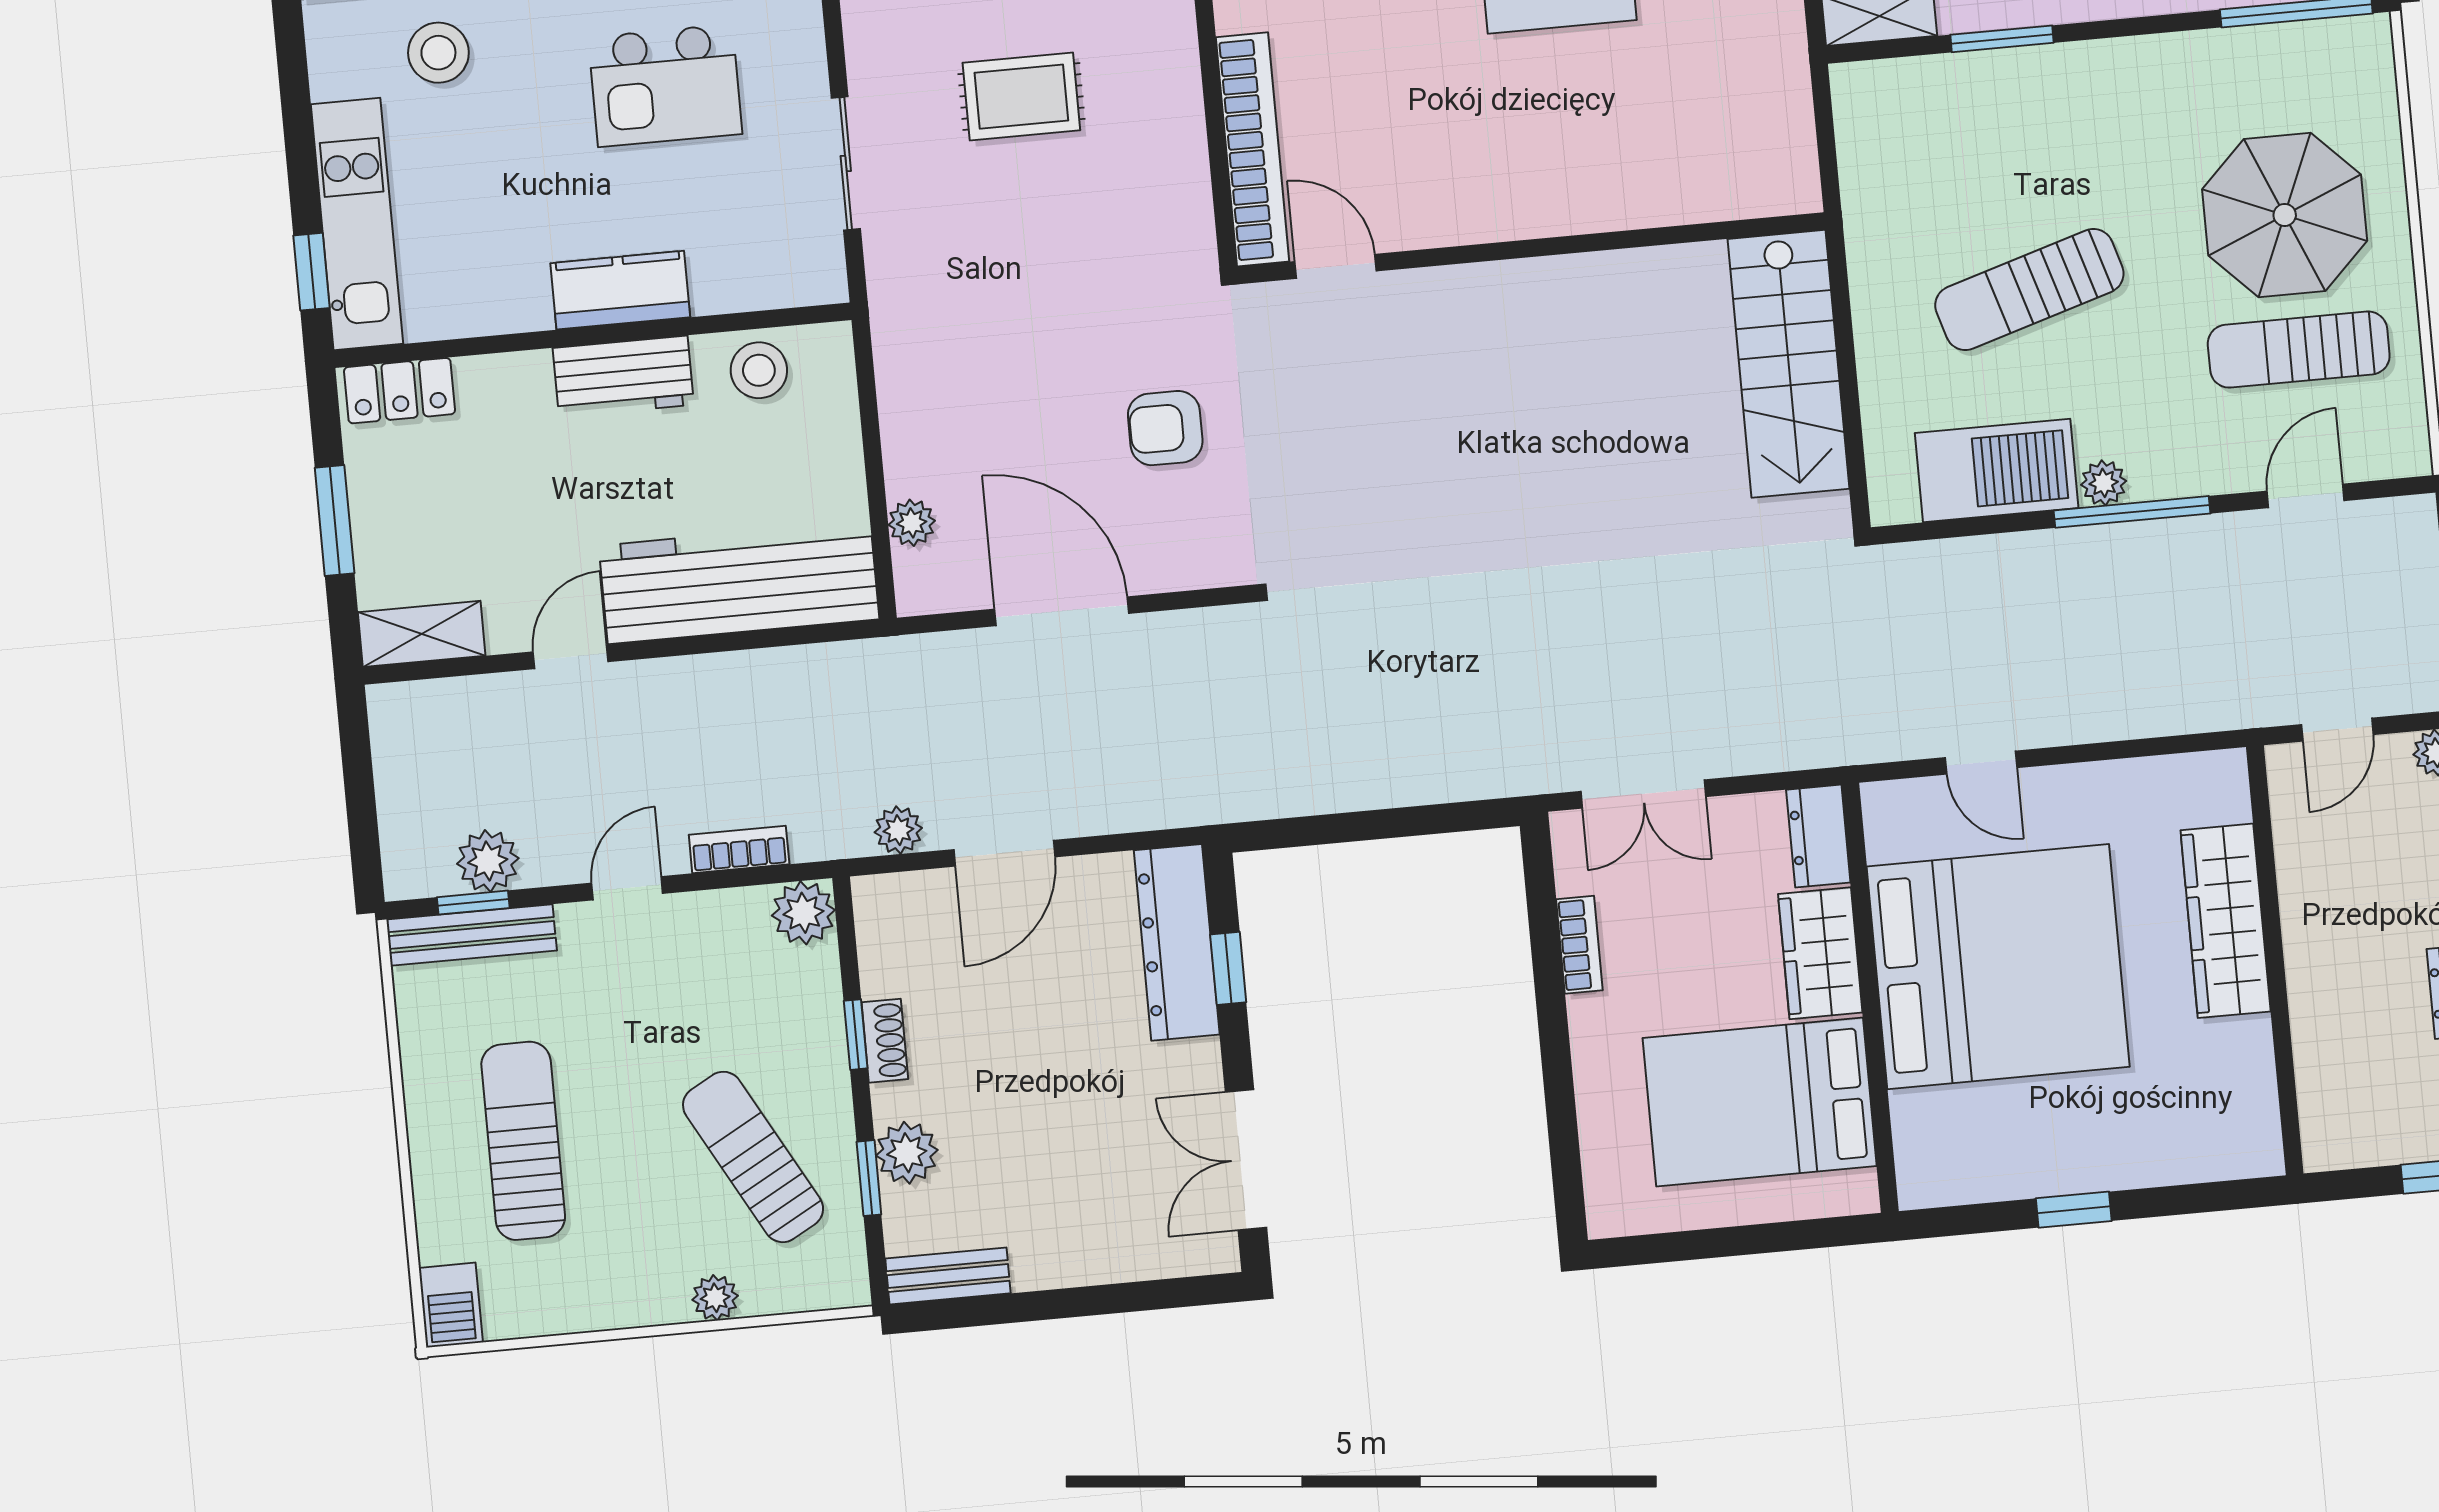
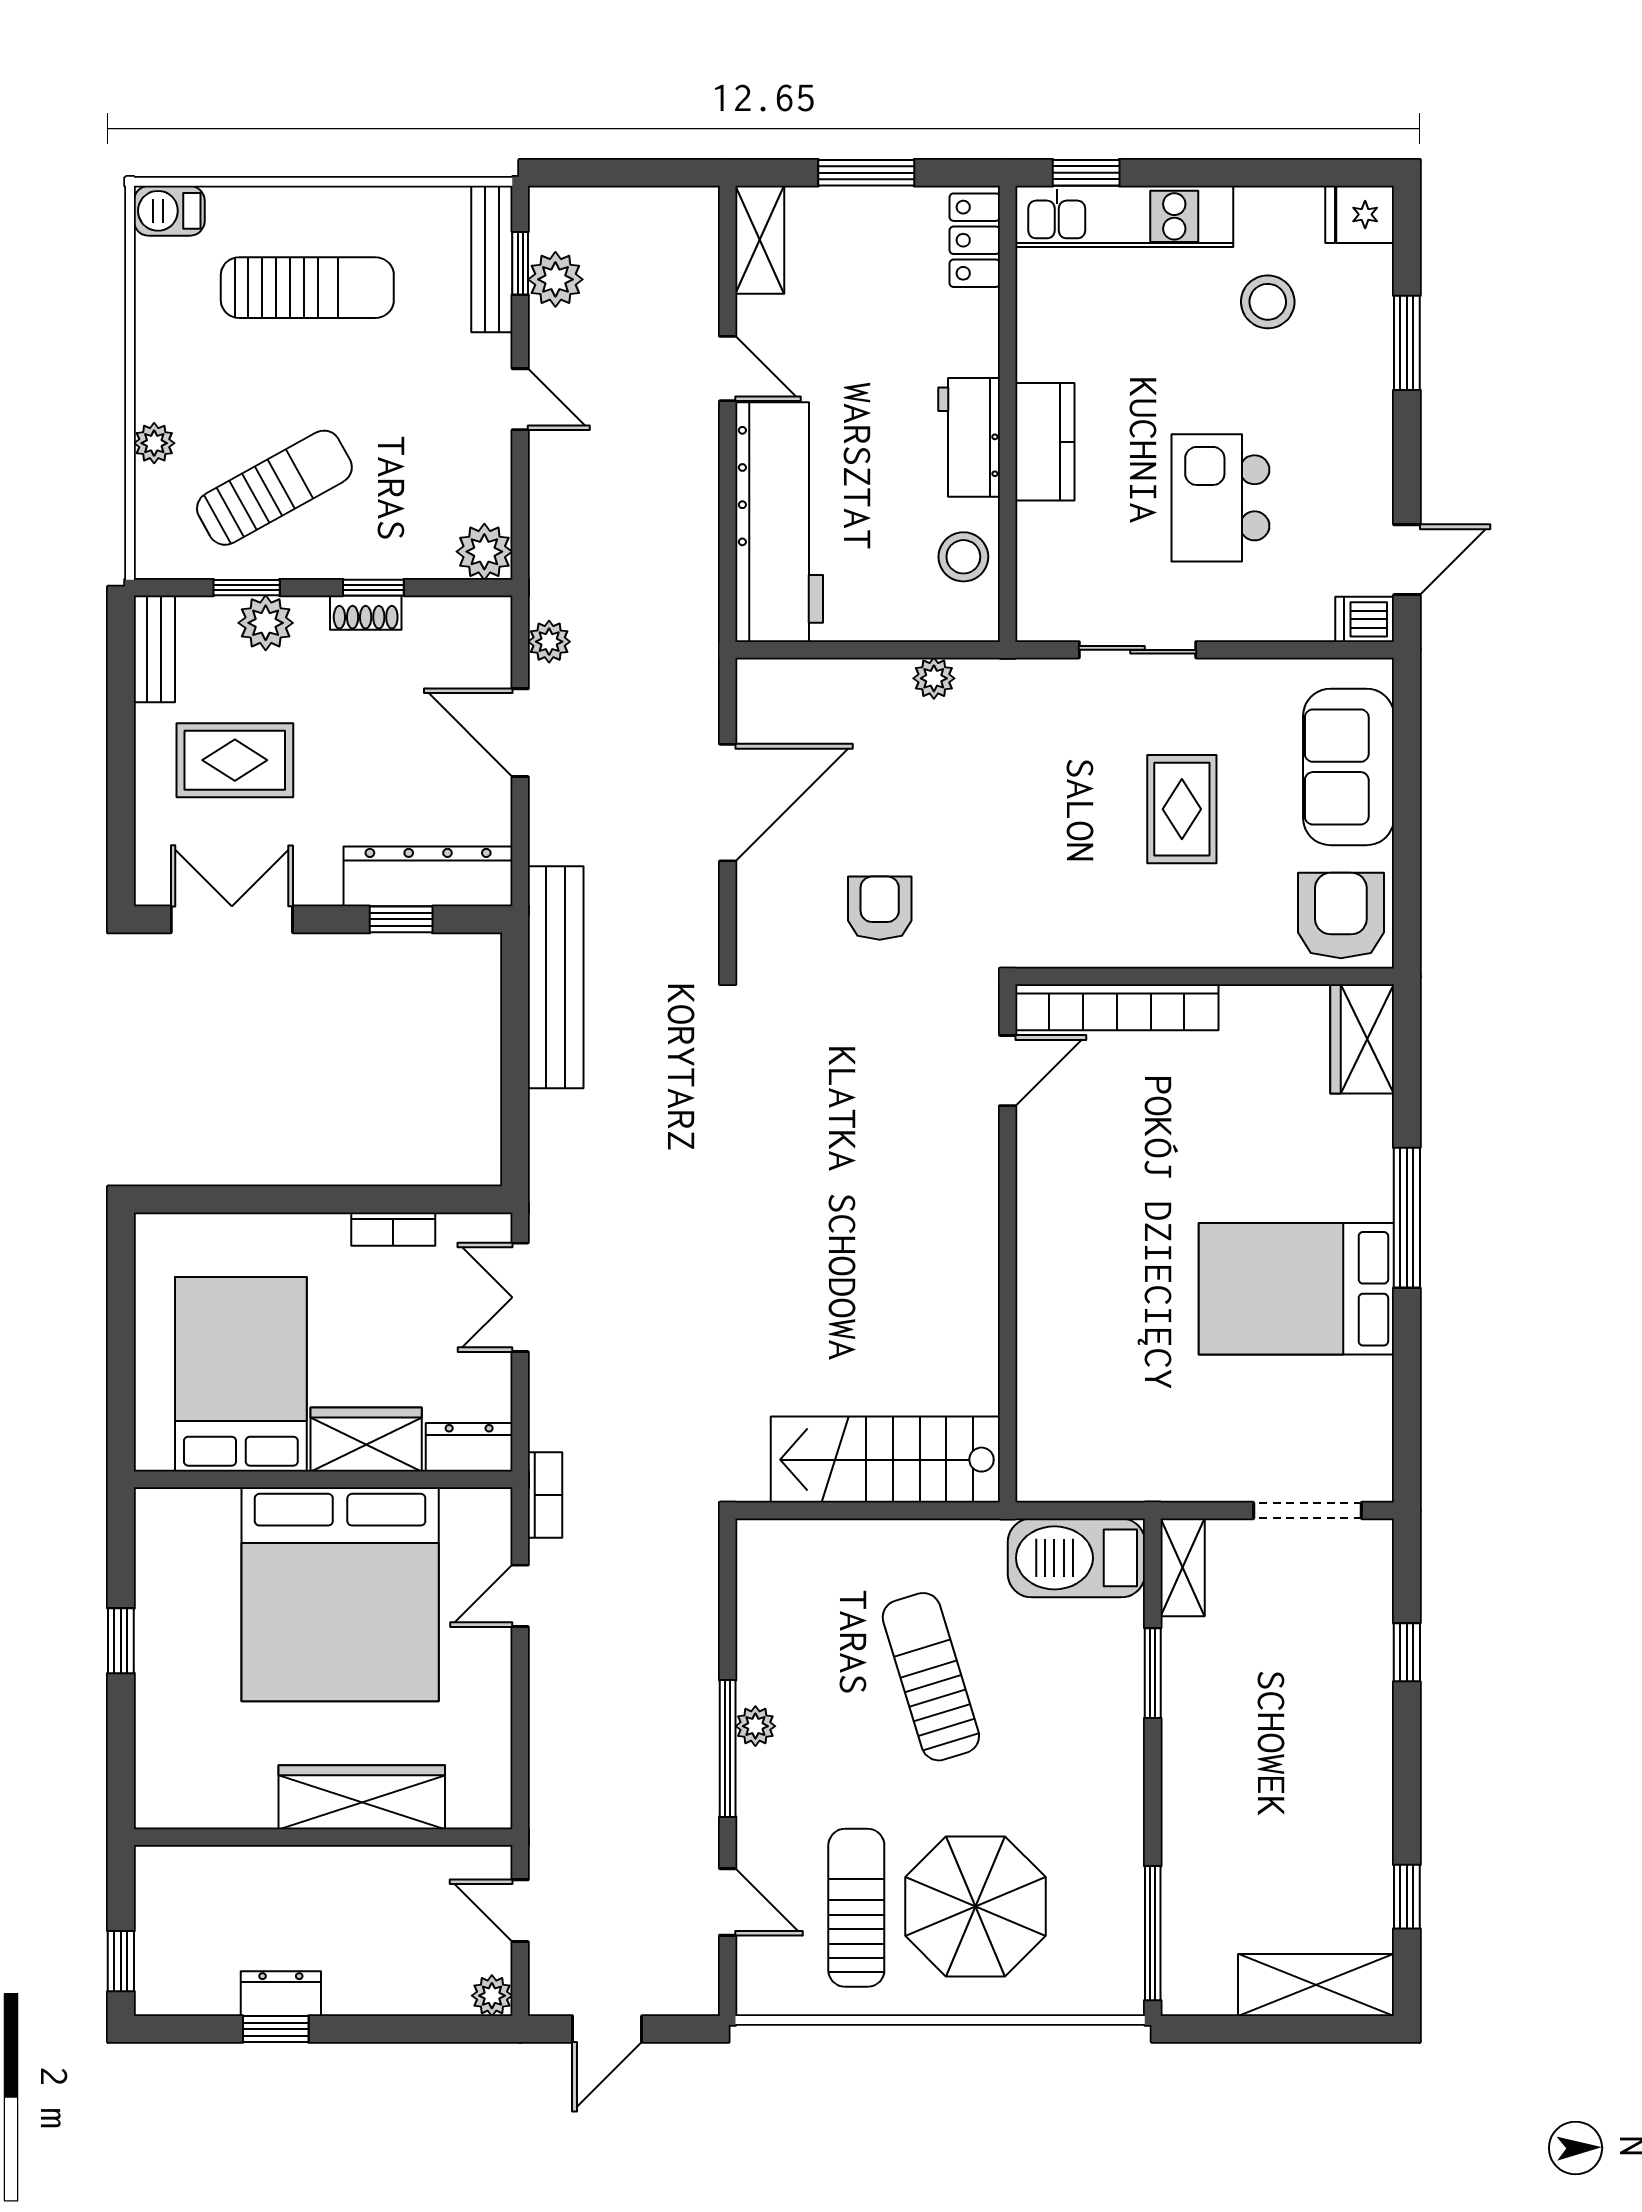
barbecue: (1997, 470) -> (1076, 1558), moved, turned 90
plant: (912, 523) -> (934, 678), moved
bench: (1277, 787) -> (556, 977), added
bookcase: (739, 849) -> (545, 1495), moved
rug: (1066, 1173) -> (235, 760), added

